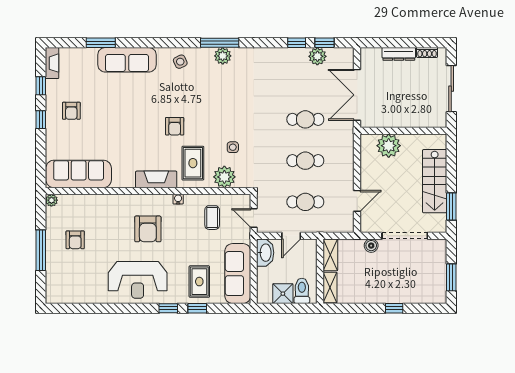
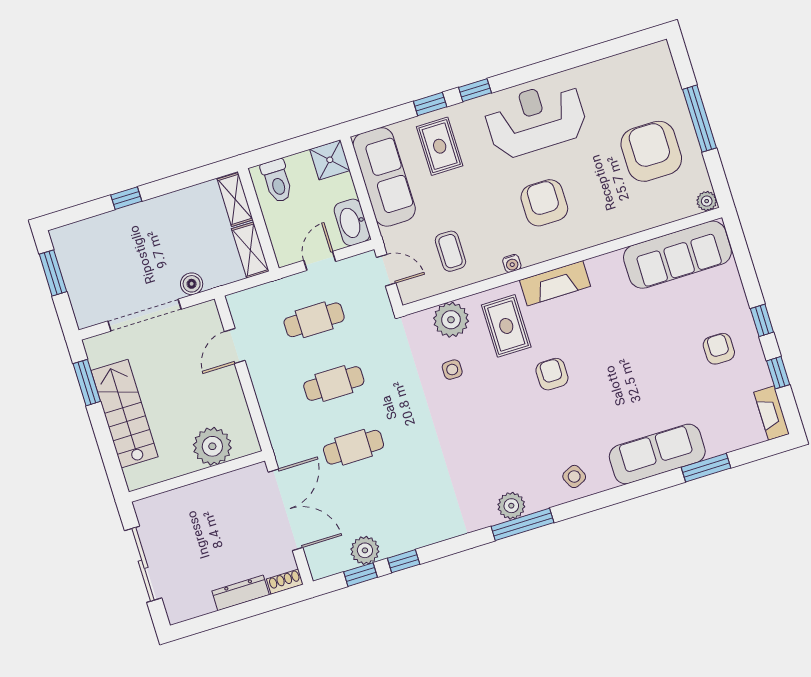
shoe rack: (427, 52) -> (285, 582), moved
armchair: (75, 240) -> (651, 151), width x1.88, depth x1.88
shower: (283, 294) -> (330, 160), moved

